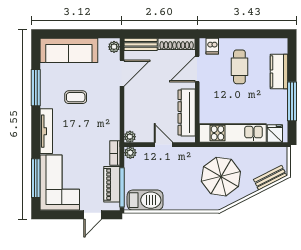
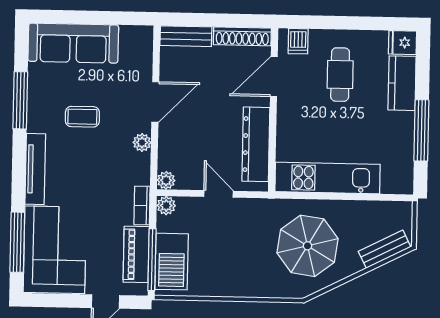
plant: (114, 47) -> (142, 142), moved
door: (122, 73) -> (155, 102), moved
fridge: (275, 134) -> (402, 43), moved, turned -90
barbecue: (145, 200) -> (172, 262), moved, turned 90

